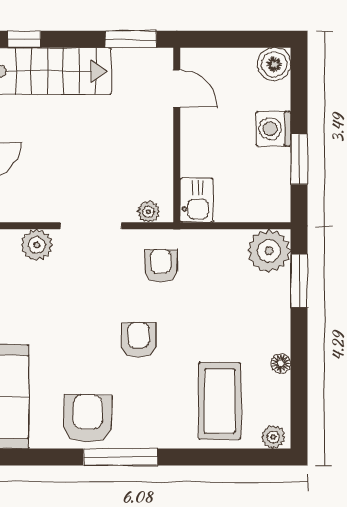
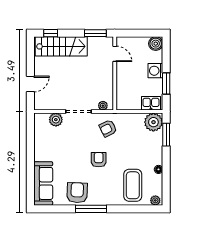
kitchen sink: (196, 200) -> (151, 103), moved, turned -90
armchair: (161, 266) -> (108, 128), turned -116

